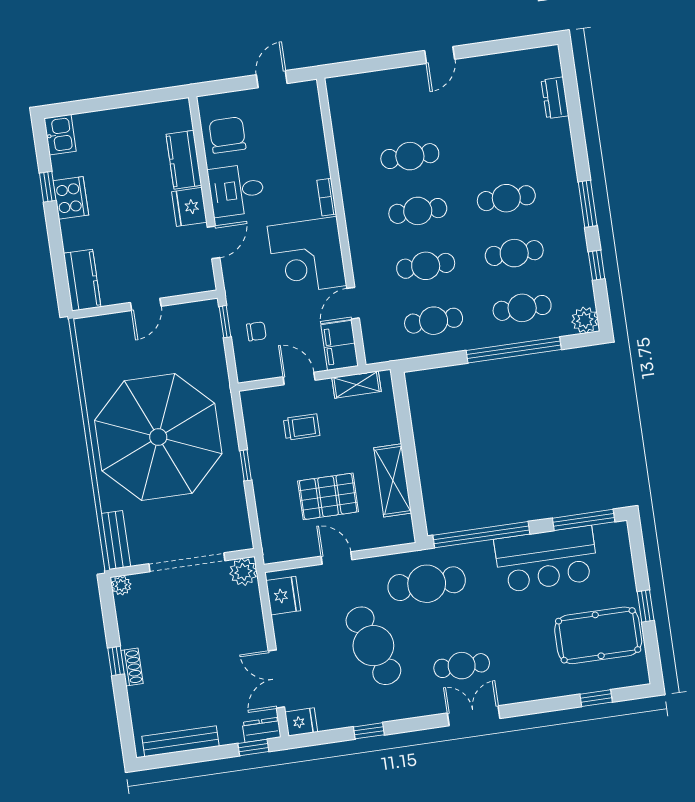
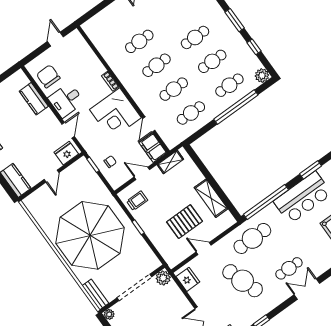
fridge: (189, 207) -> (66, 153), moved, turned 90
trolley: (302, 427) -> (137, 201), moved
window: (584, 520) -> (311, 170), width x0.69

